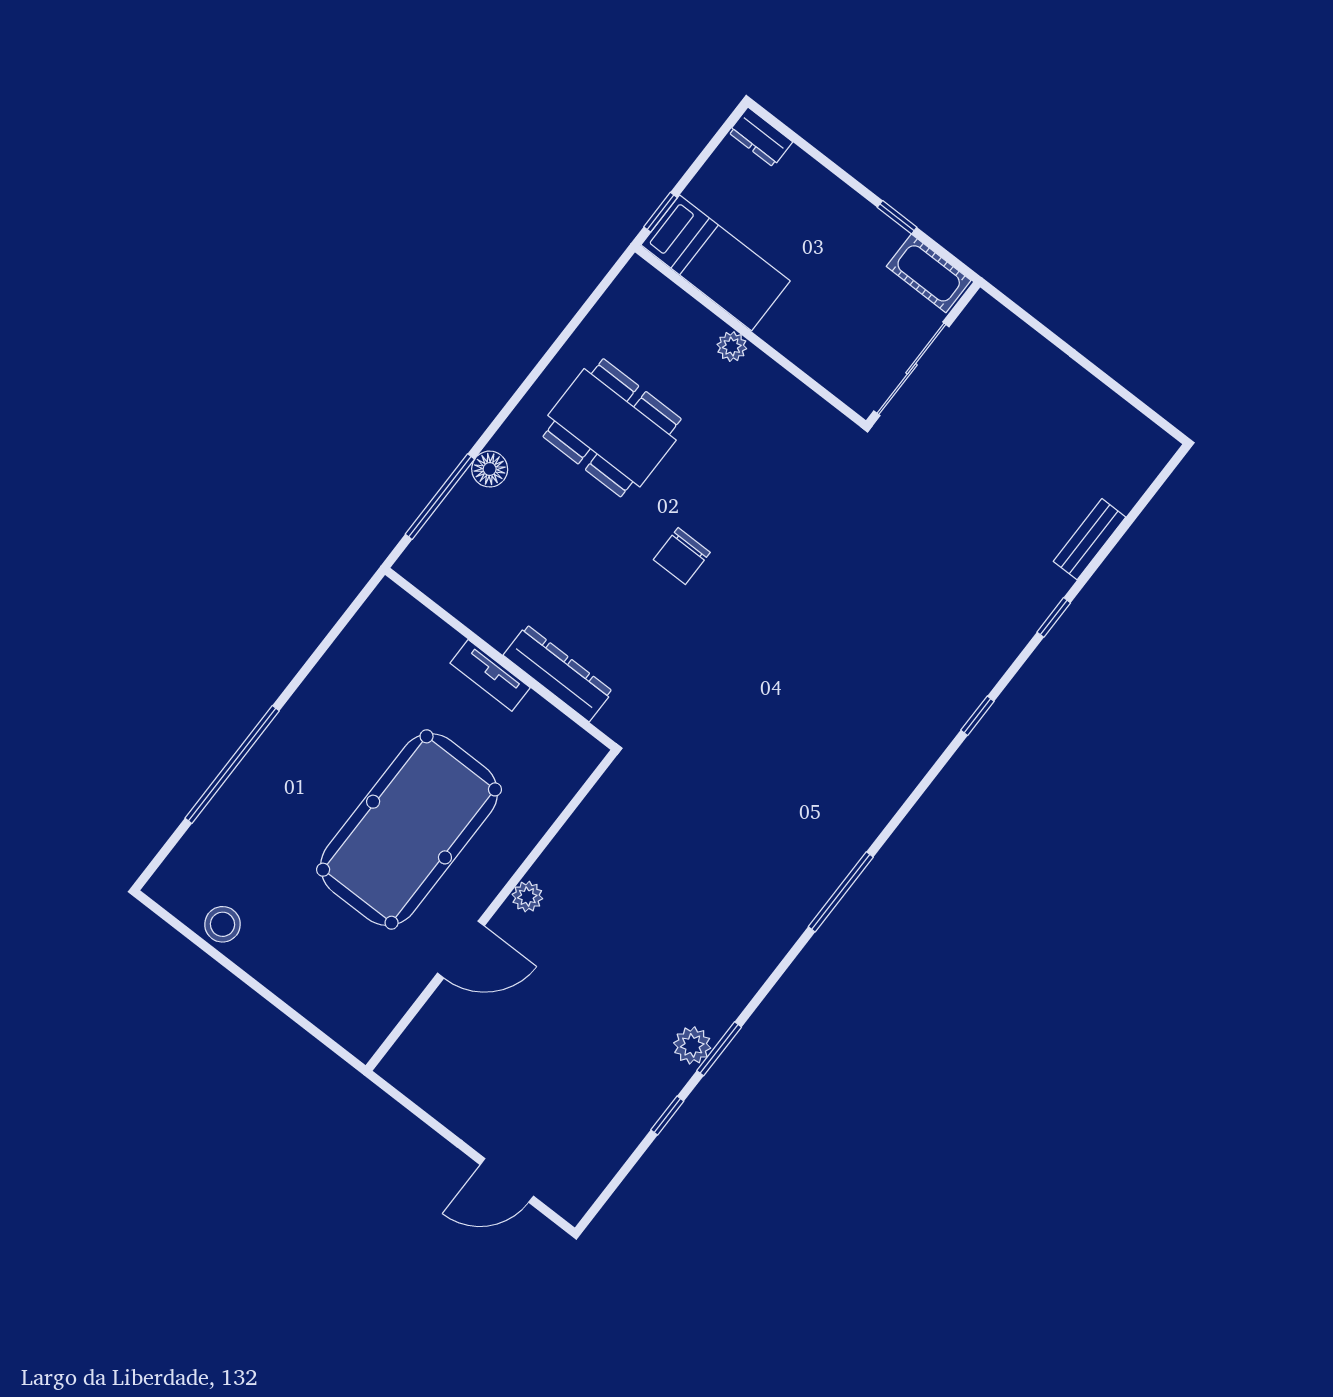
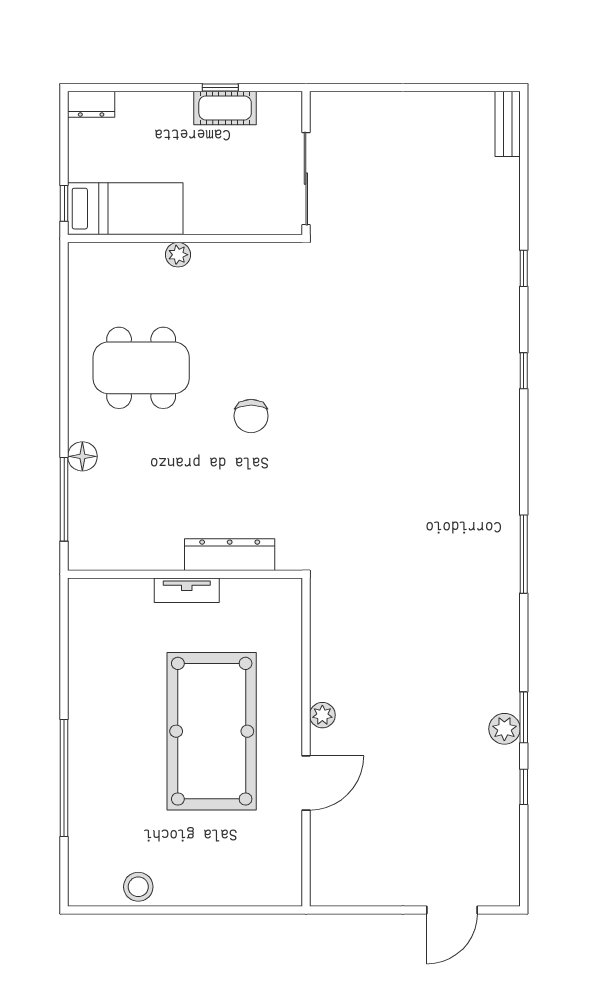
cot: (929, 273) -> (225, 108), moved
bench: (1090, 539) -> (508, 124), moved

